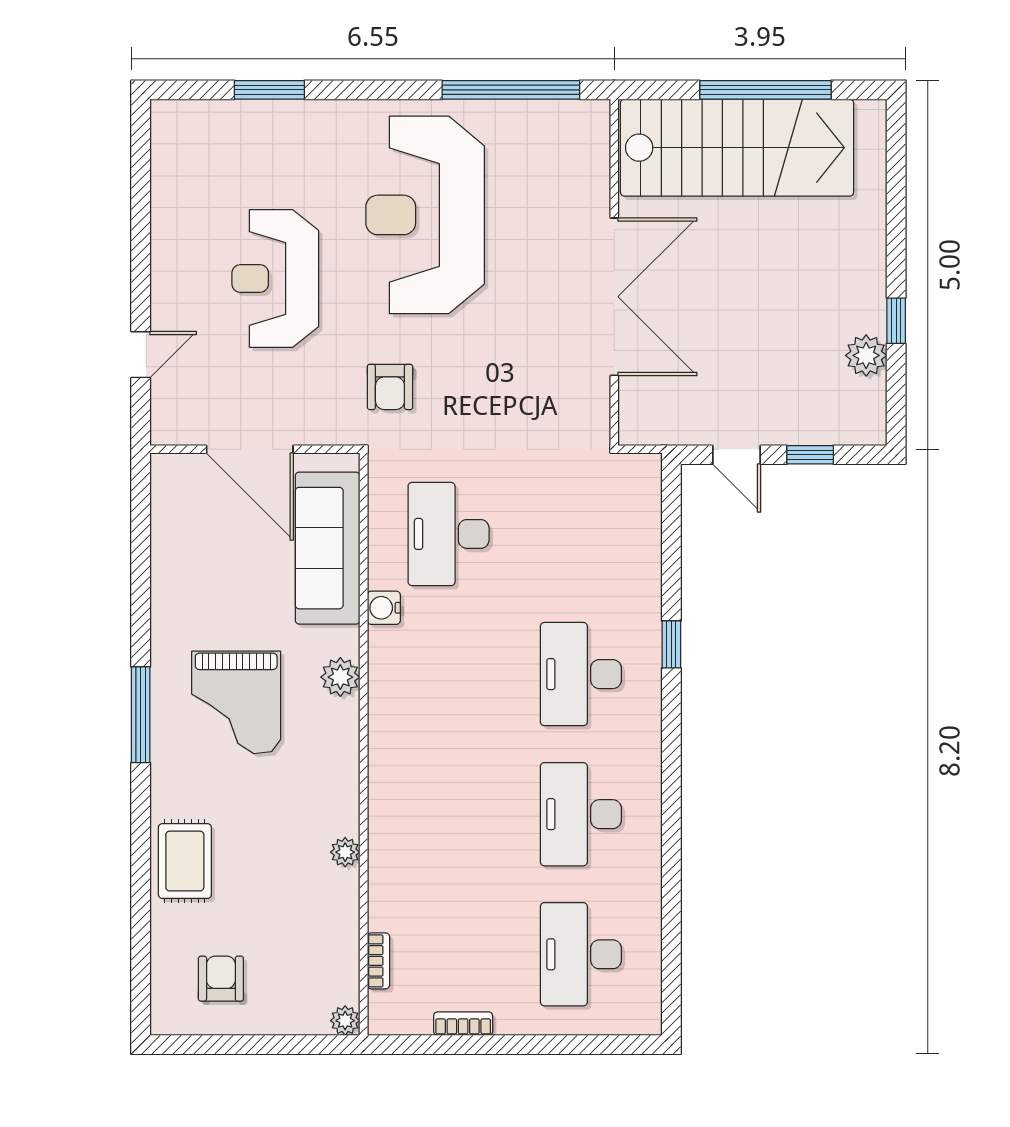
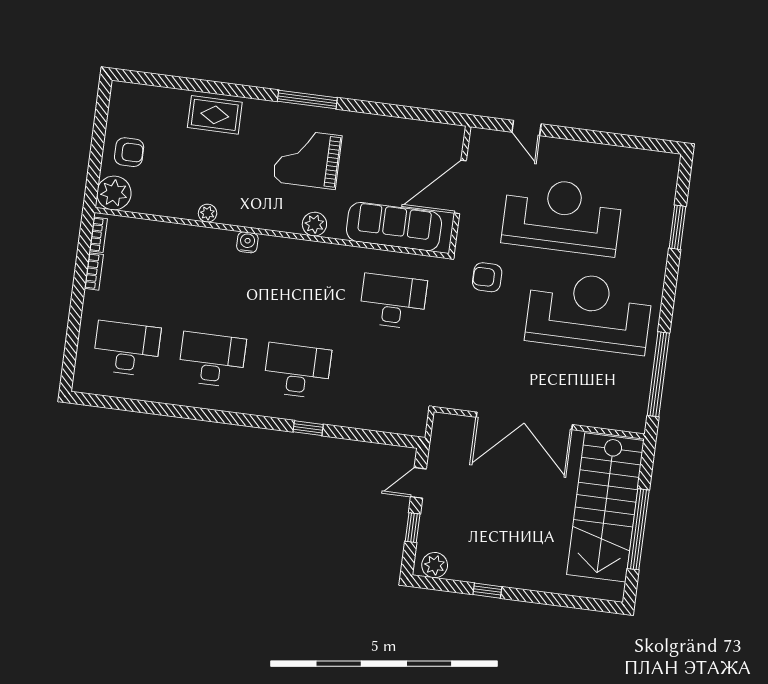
reception desk: (275, 279) -> (562, 216), width x1.36, depth x1.30
plant: (866, 355) -> (435, 565), moved
water cooler: (384, 608) -> (247, 242), moved
bookcase: (378, 961) -> (98, 235), moved, turned -90
armchair: (221, 979) -> (129, 152), moved
plant: (345, 1021) -> (114, 193), width x1.88, depth x1.88

